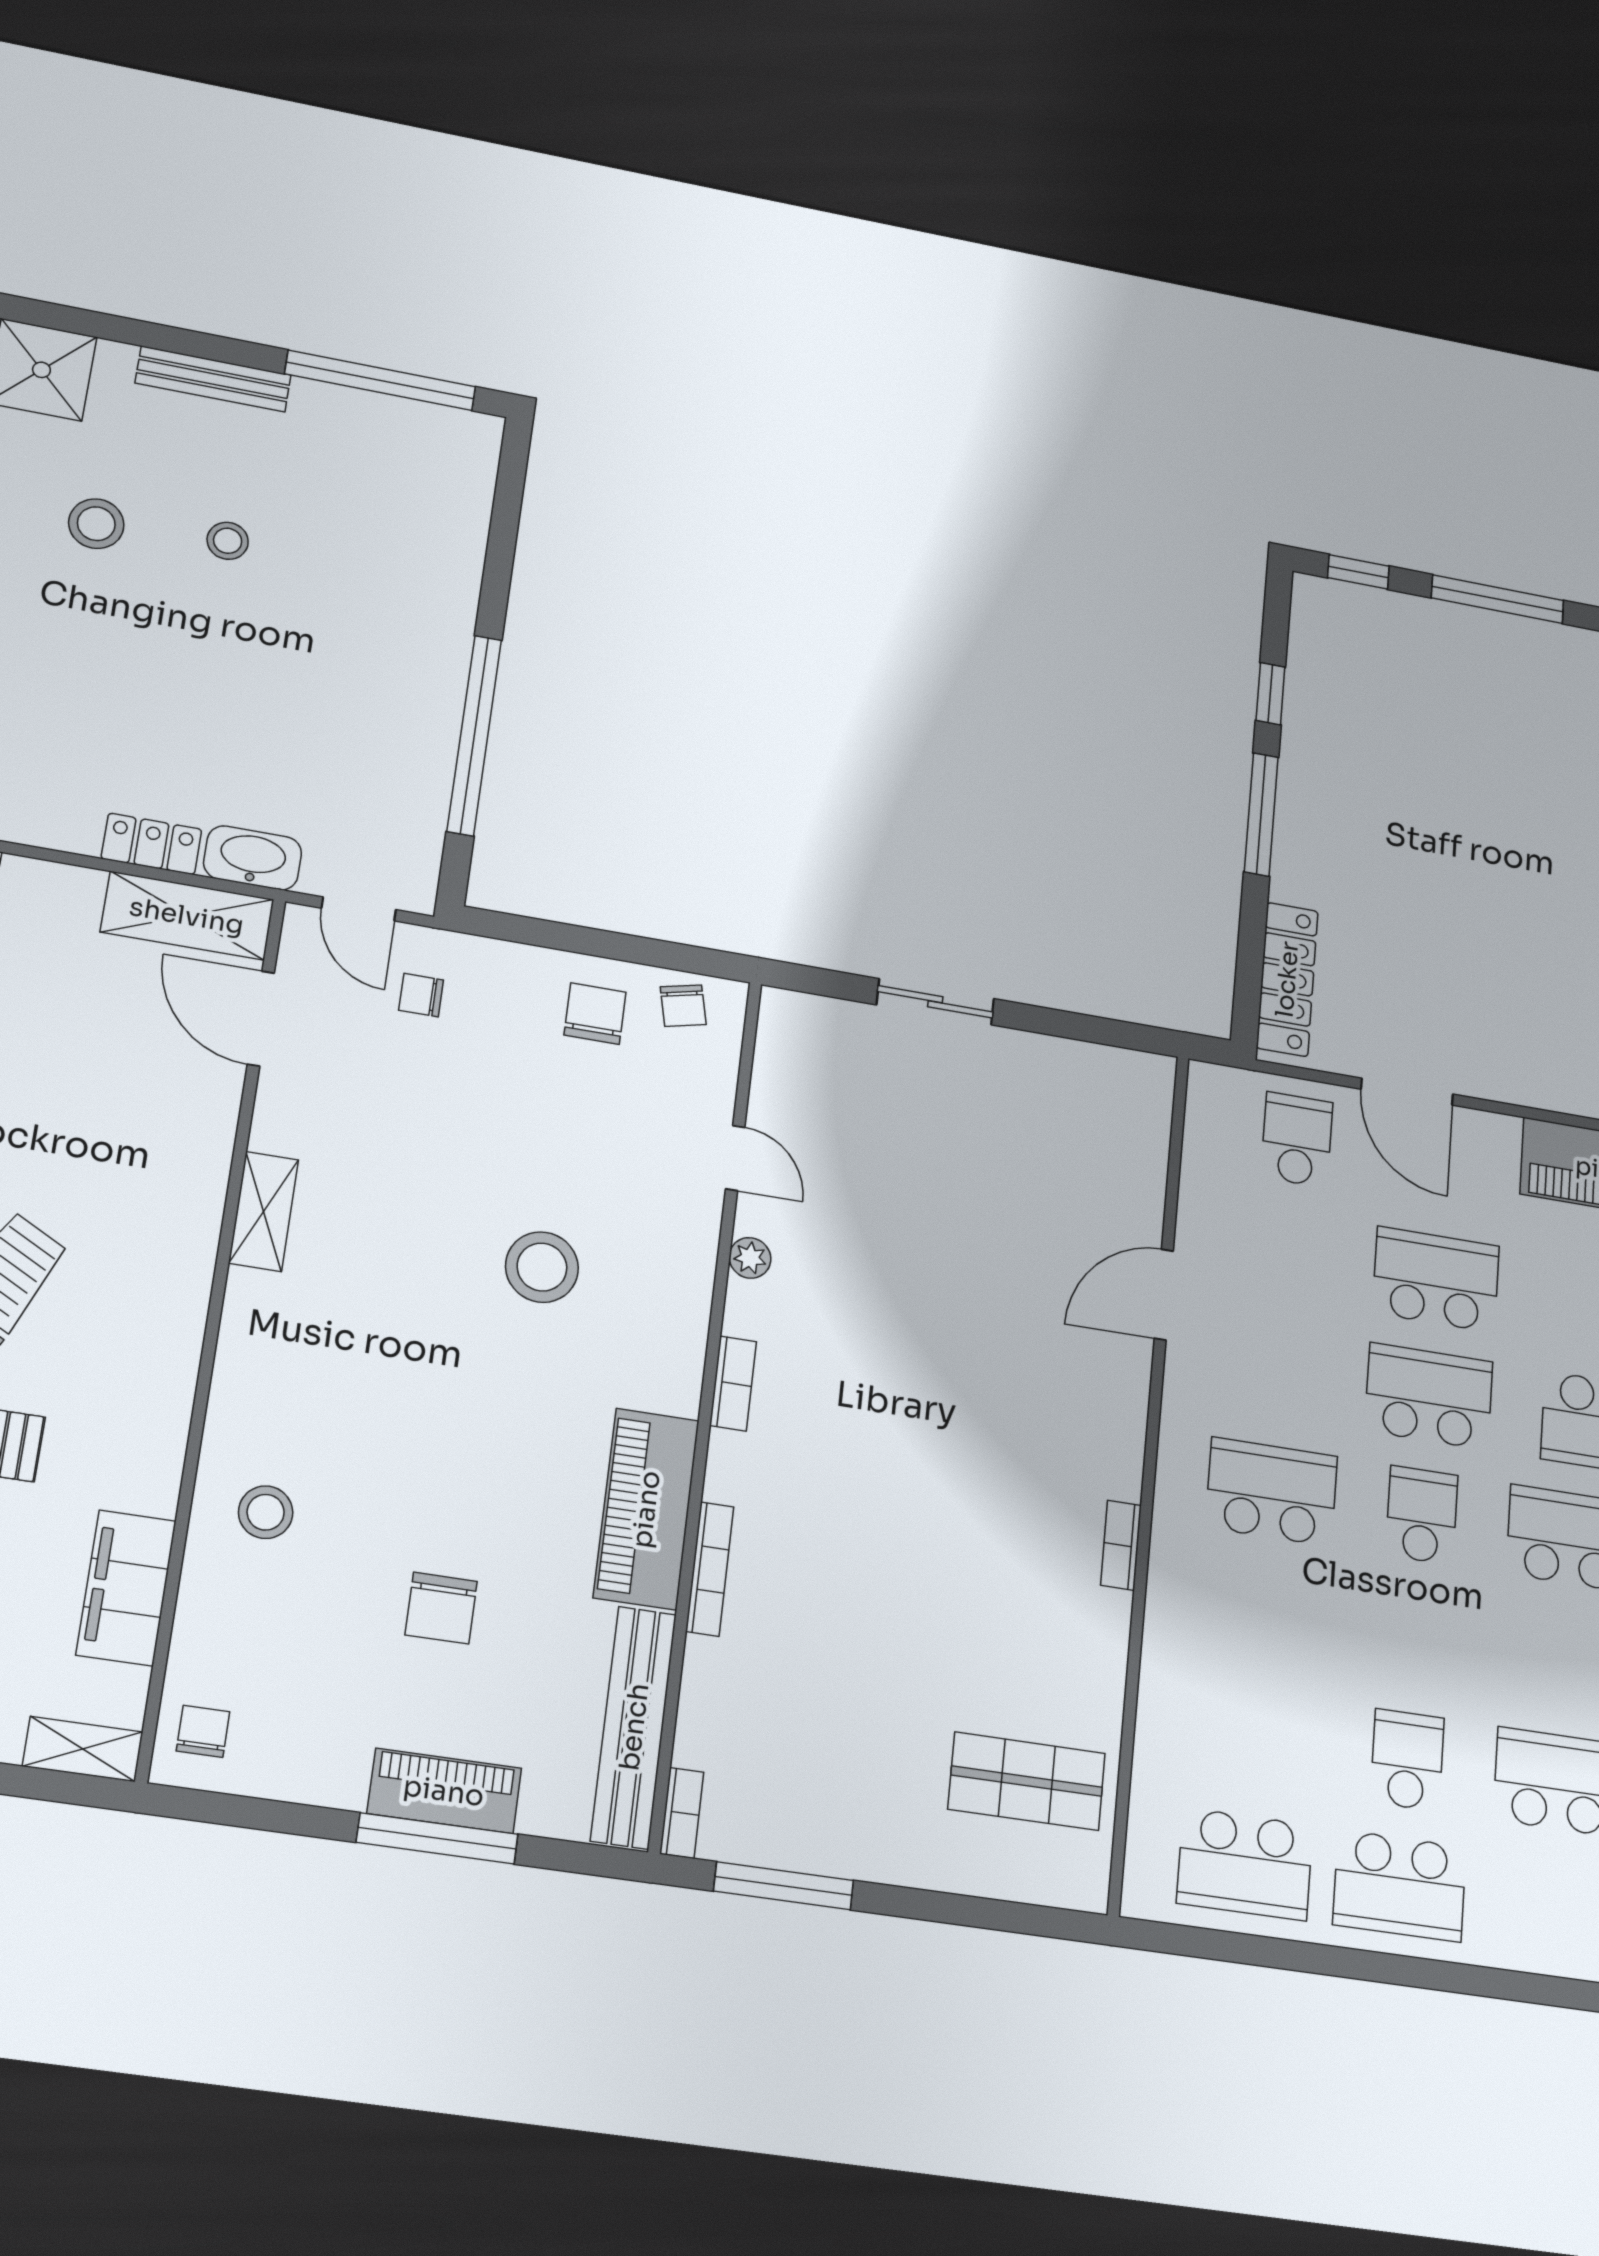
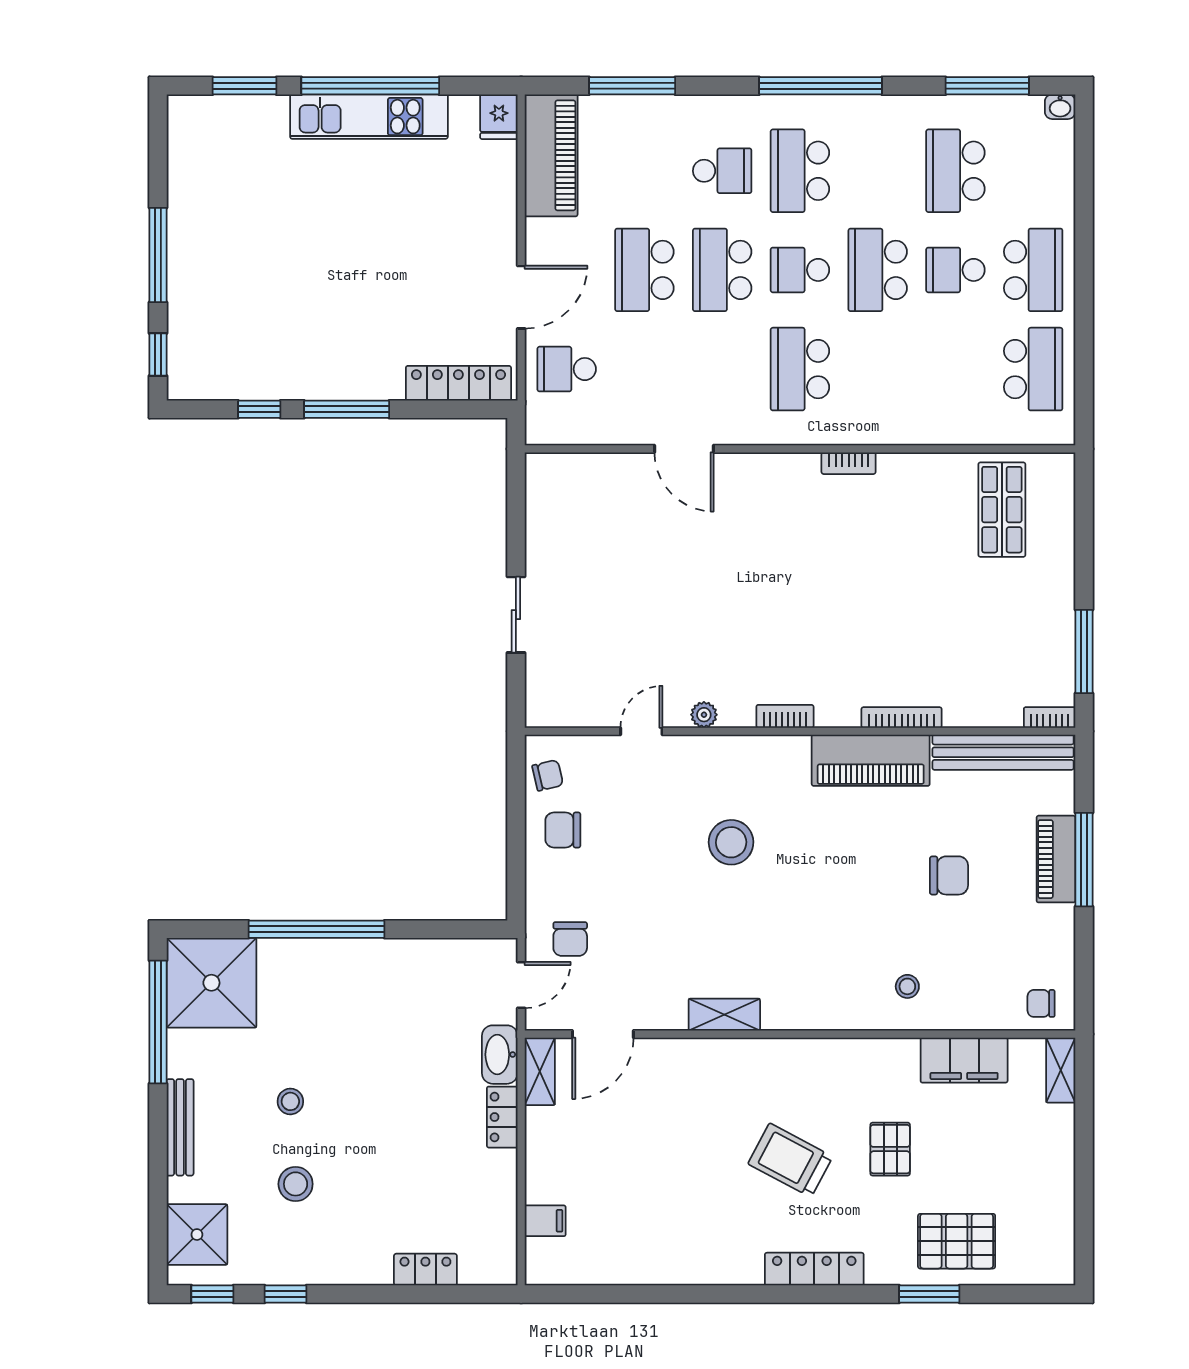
shower: (429, 466) -> (211, 983), added
window: (474, 735) -> (316, 929), moved
shelving: (187, 916) -> (540, 1071), width x0.67, depth x0.75
chair: (421, 995) -> (570, 939), width x1.37, depth x1.37
stool: (266, 1512) -> (907, 986), width x0.73, depth x0.73
school desk: (1415, 1636) -> (878, 270), added

